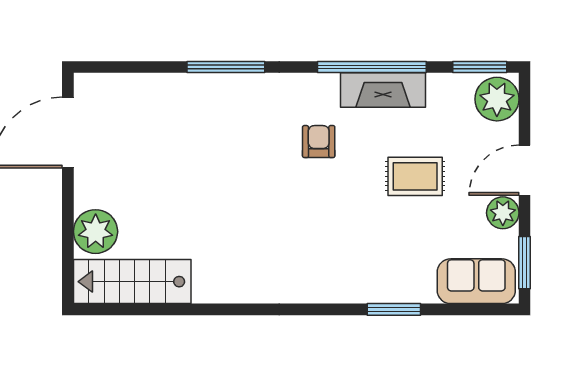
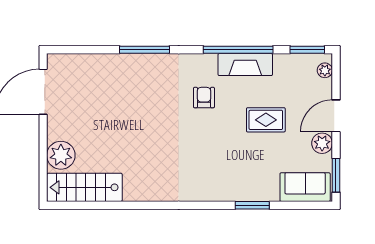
plant: (497, 99) -> (325, 70), width x0.53, depth x0.53

